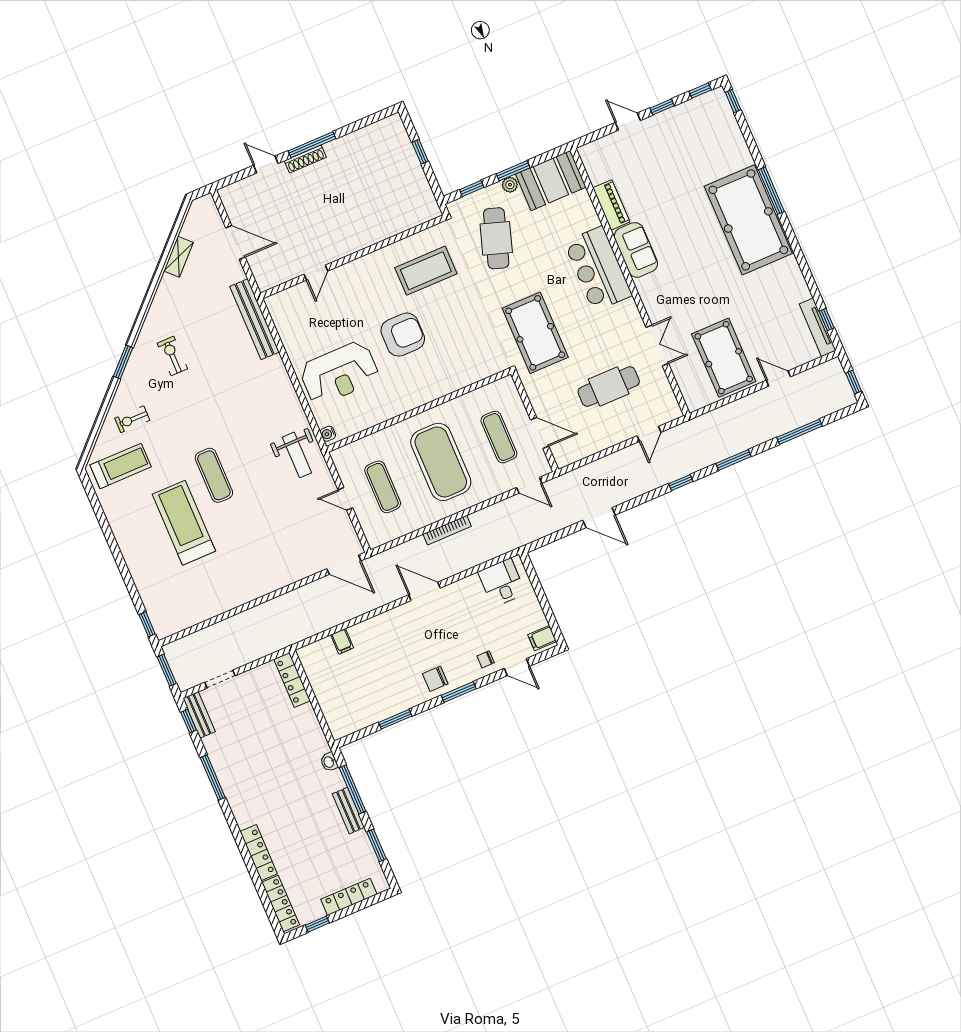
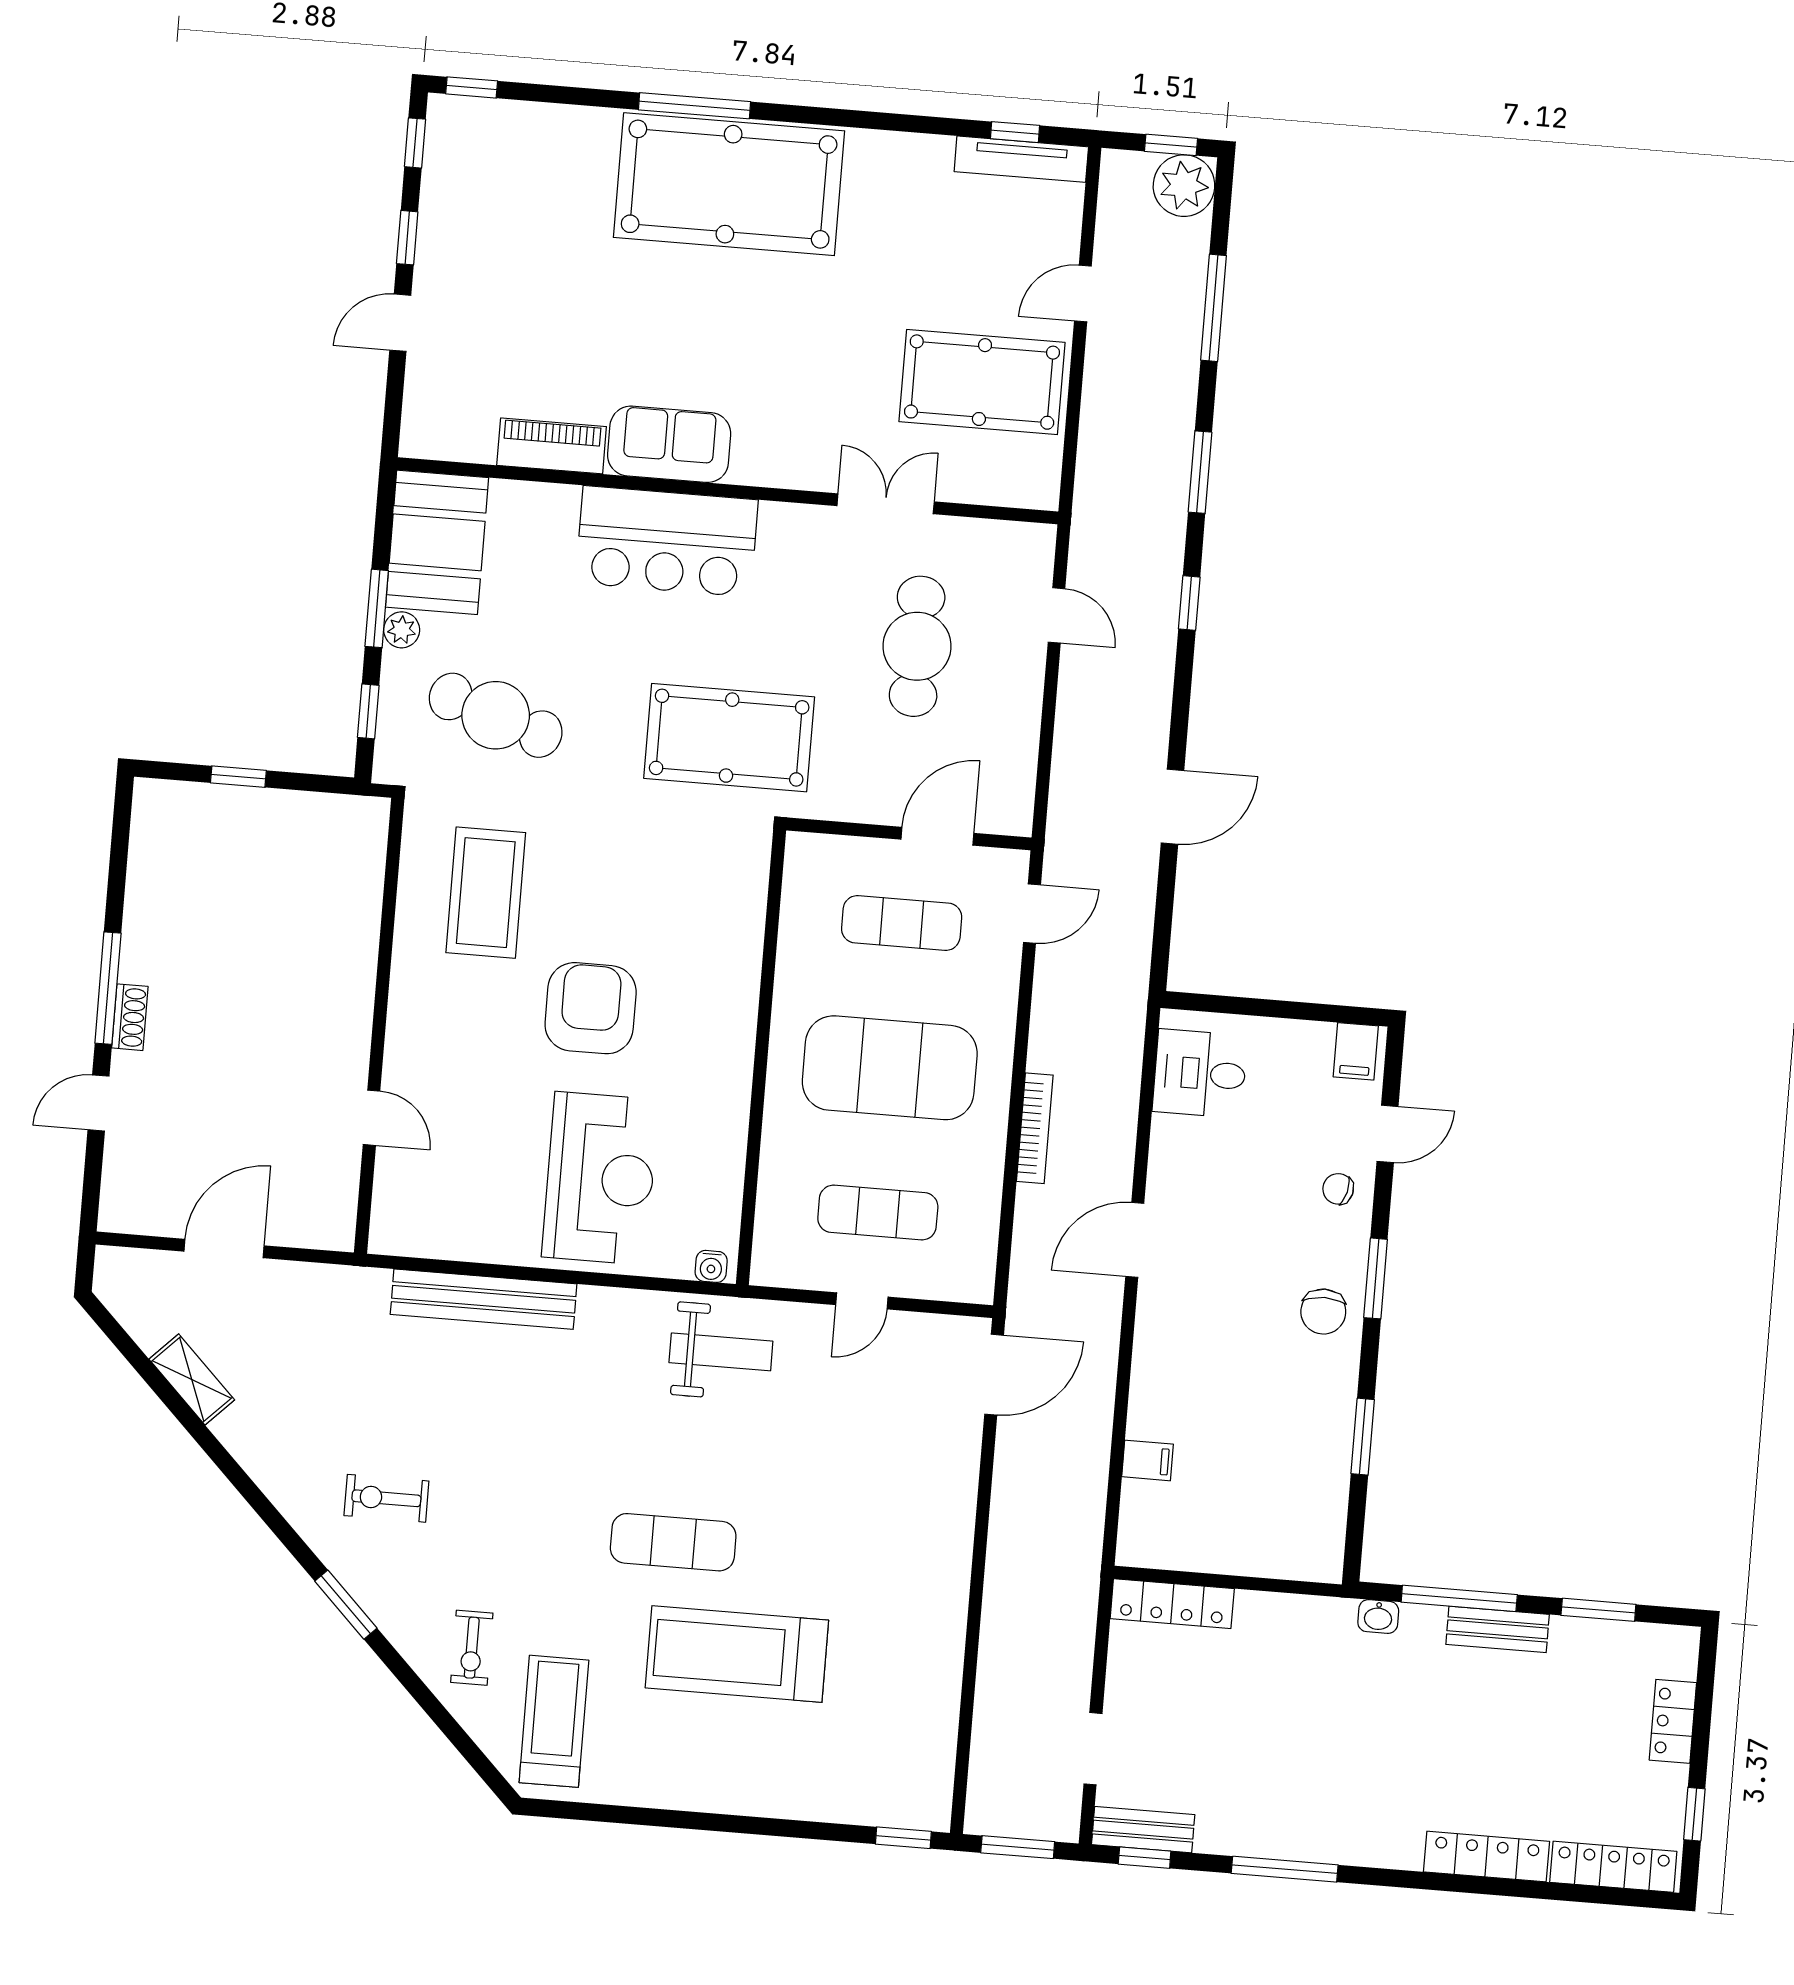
shoe rack: (305, 159) -> (130, 1017), width x0.70
bench: (254, 319) -> (484, 1299), moved
plant: (841, 395) -> (1184, 186), added
chair: (486, 659) -> (1338, 1189), turned 104
locker: (349, 897) -> (1673, 1721), width x0.66

